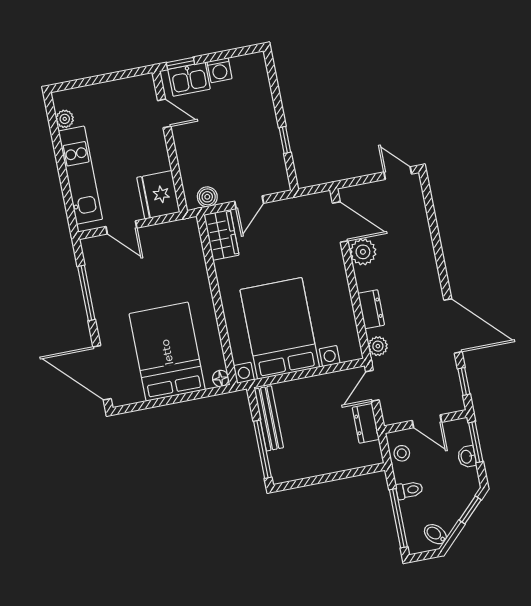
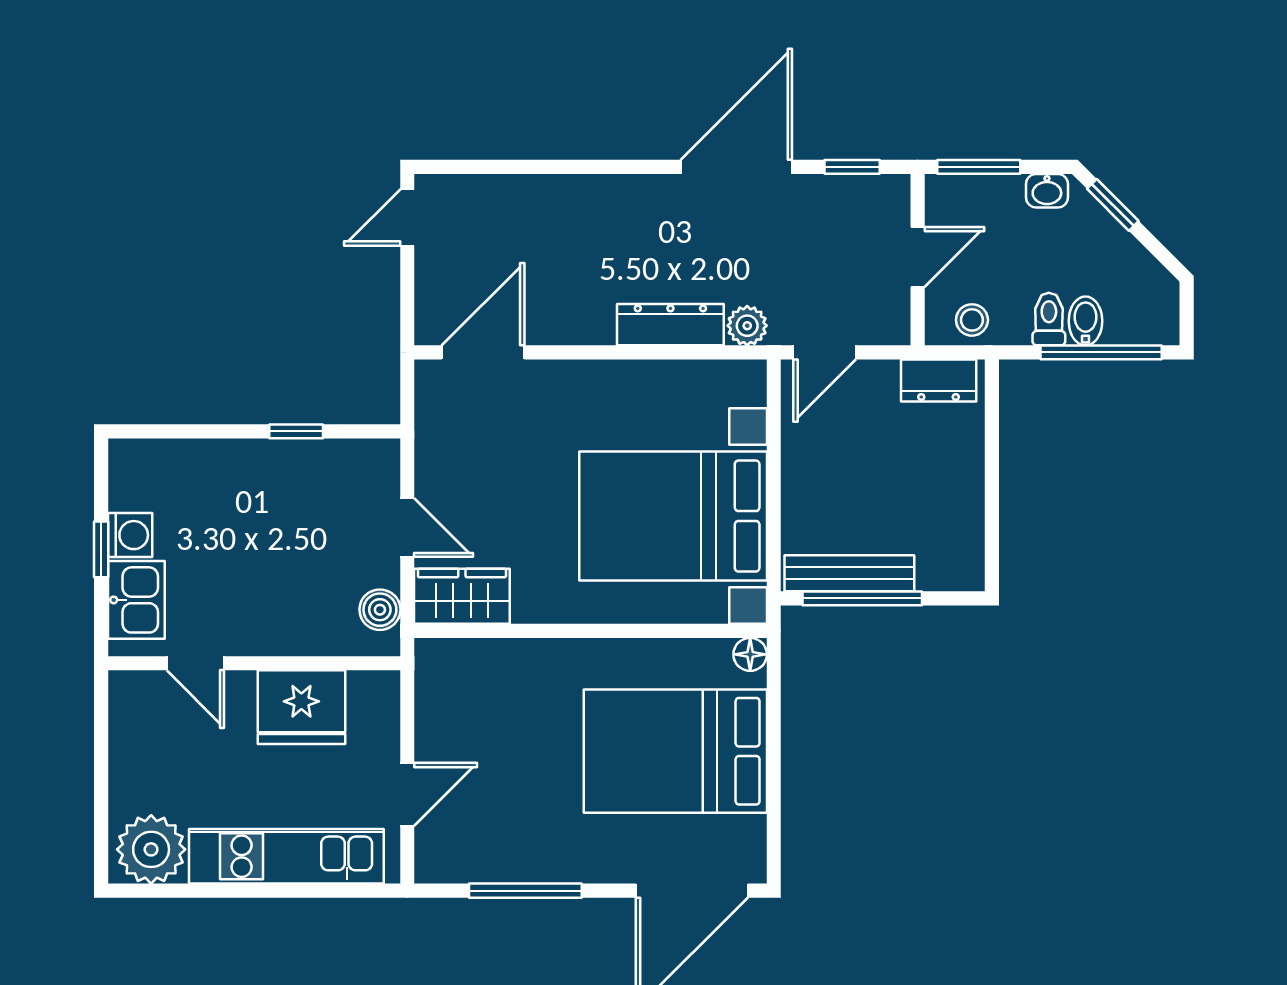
window: (180, 63) -> (101, 549), moved
door: (164, 113) -> (195, 663), swing flipped
plant: (65, 119) -> (151, 849), width x1.87, depth x1.87
fridge: (158, 195) -> (301, 707), moved
plant: (363, 252) -> (552, 319), removed
dresser: (371, 309) -> (670, 325), width x1.44
door: (372, 386) -> (825, 352), hinge flipped
dresser: (366, 423) -> (939, 381), moved
window: (262, 449) -> (862, 598), moved
washbasin: (467, 457) -> (1047, 191), moved
bidet: (435, 534) -> (1085, 321), moved, turned 135

